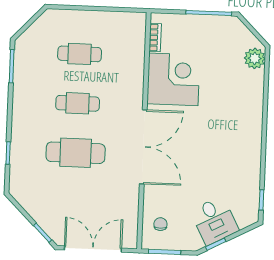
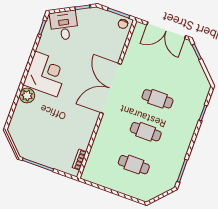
plant: (255, 58) -> (27, 95), moved
corner desk: (173, 79) -> (46, 74), moved, turned 180
cafe table: (76, 153) -> (158, 99), width x0.73, depth x0.74
desk: (214, 221) -> (64, 25), moved
chair: (160, 224) -> (123, 24), moved

